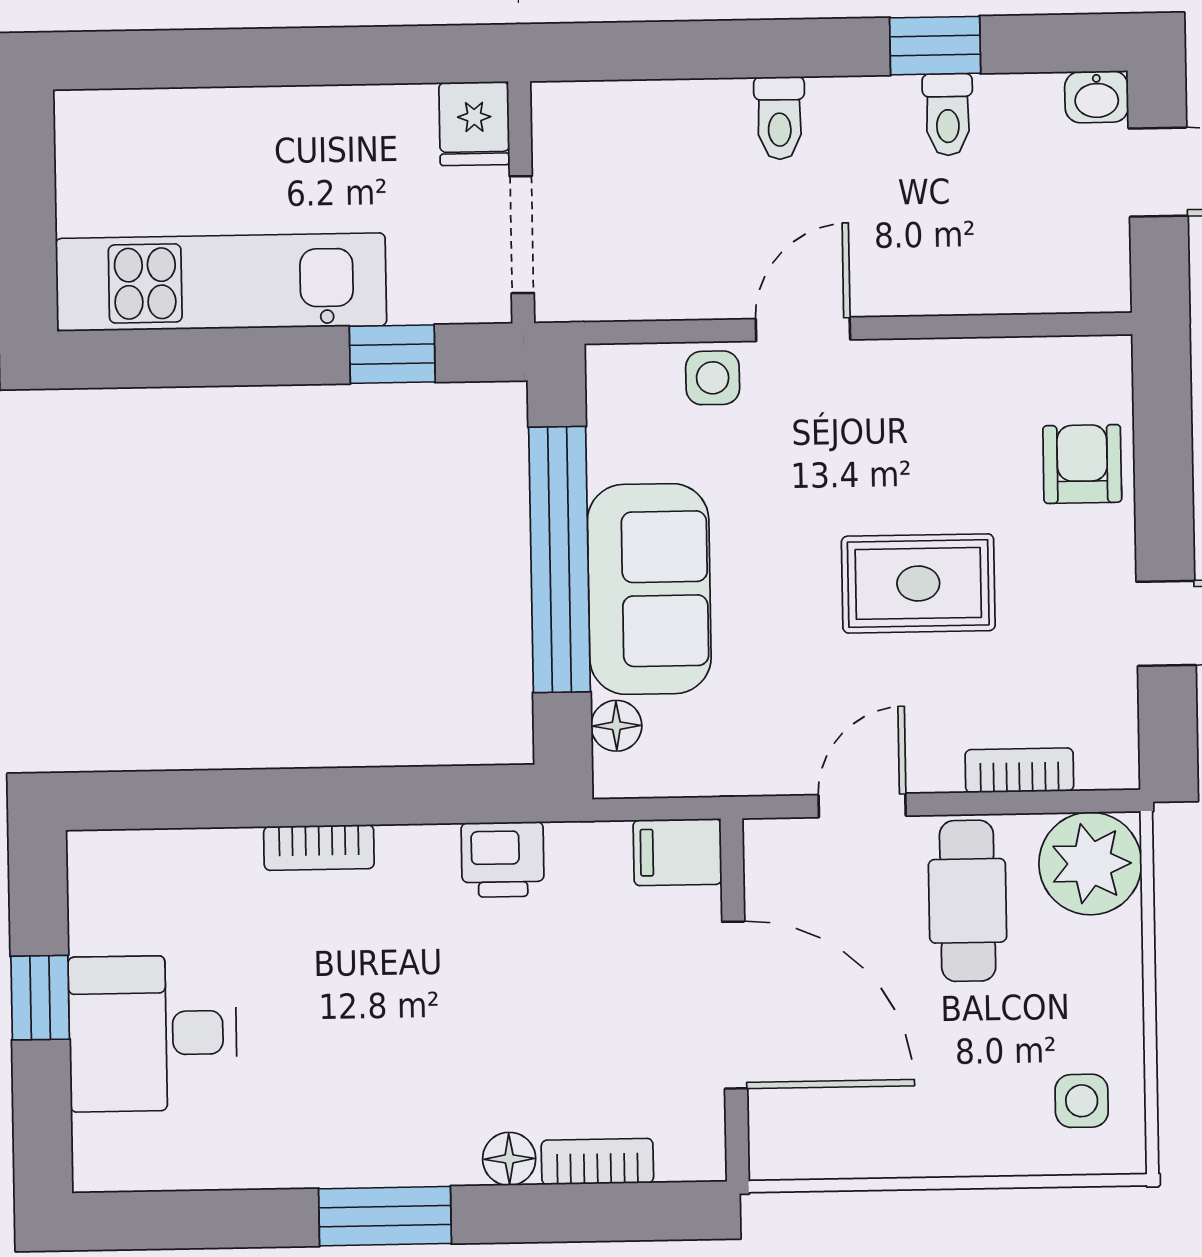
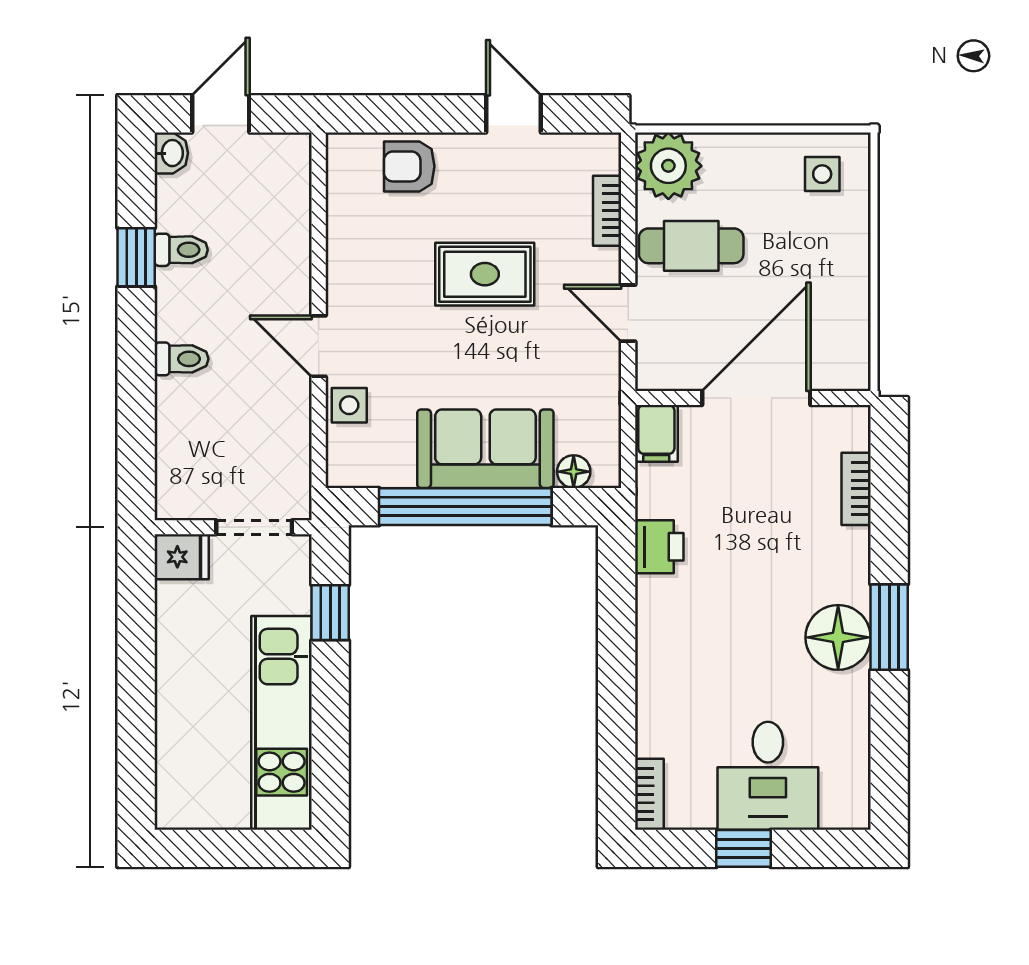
rug: (918, 583) -> (485, 274), turned 90
bookcase: (319, 848) -> (649, 794), moved
floor lamp: (509, 1159) -> (838, 637), moved, width x1.89, depth x1.89

